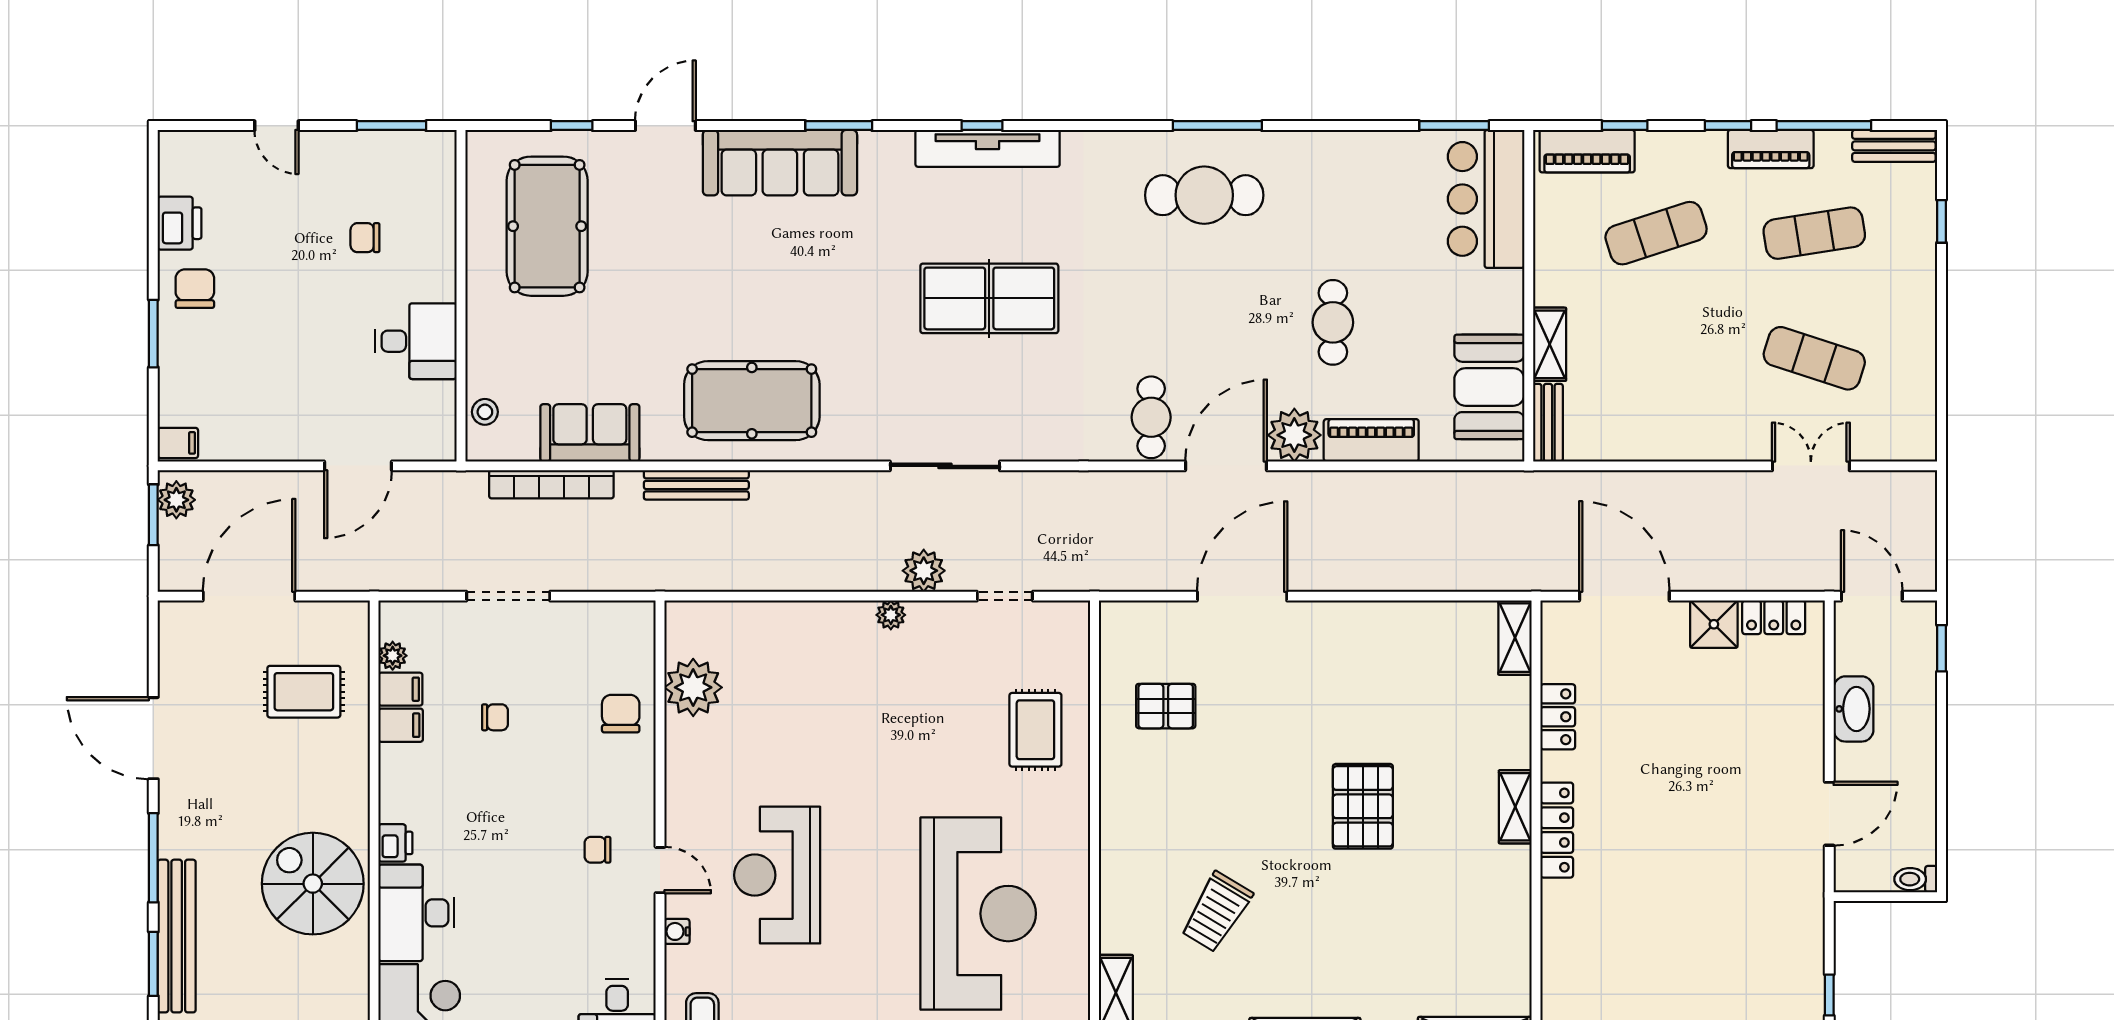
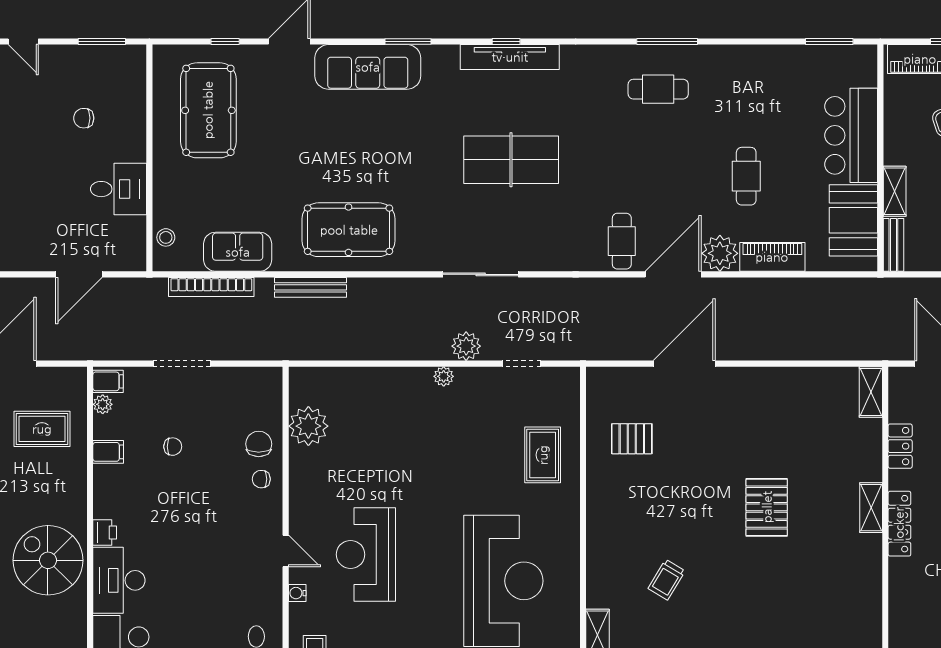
cafe table: (1204, 195) -> (658, 89), width x0.73, depth x0.74
bar counter: (1486, 199) -> (851, 135), moved
filing cabinet: (400, 689) -> (108, 381), moved
chair: (597, 850) -> (261, 479), moved
trolley: (1217, 912) -> (667, 580), width x0.73, depth x0.72

